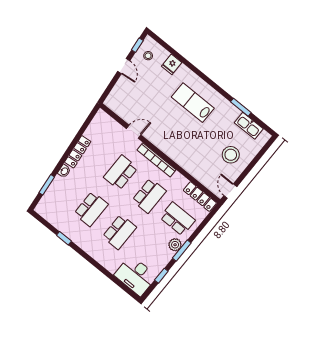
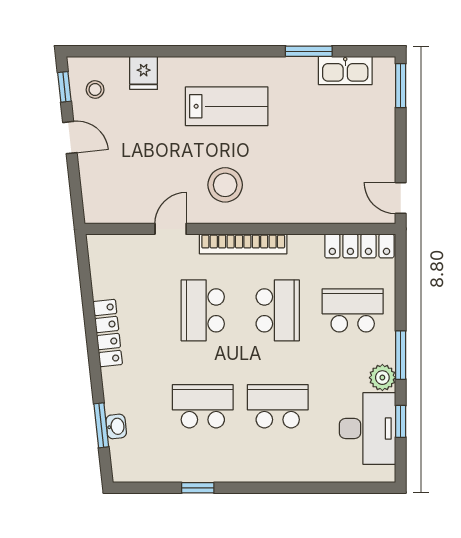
lab bench: (193, 103) -> (227, 106), turned 180
window: (265, 149) -> (401, 86), added
stool: (231, 155) -> (225, 185), moved
washbasin: (64, 171) -> (116, 426), moved
school desk: (91, 209) -> (203, 406), turned -90
school desk: (119, 232) -> (278, 406), turned -90
plant: (175, 245) -> (382, 378), moved
desk: (136, 276) -> (367, 429), moved, turned -90

